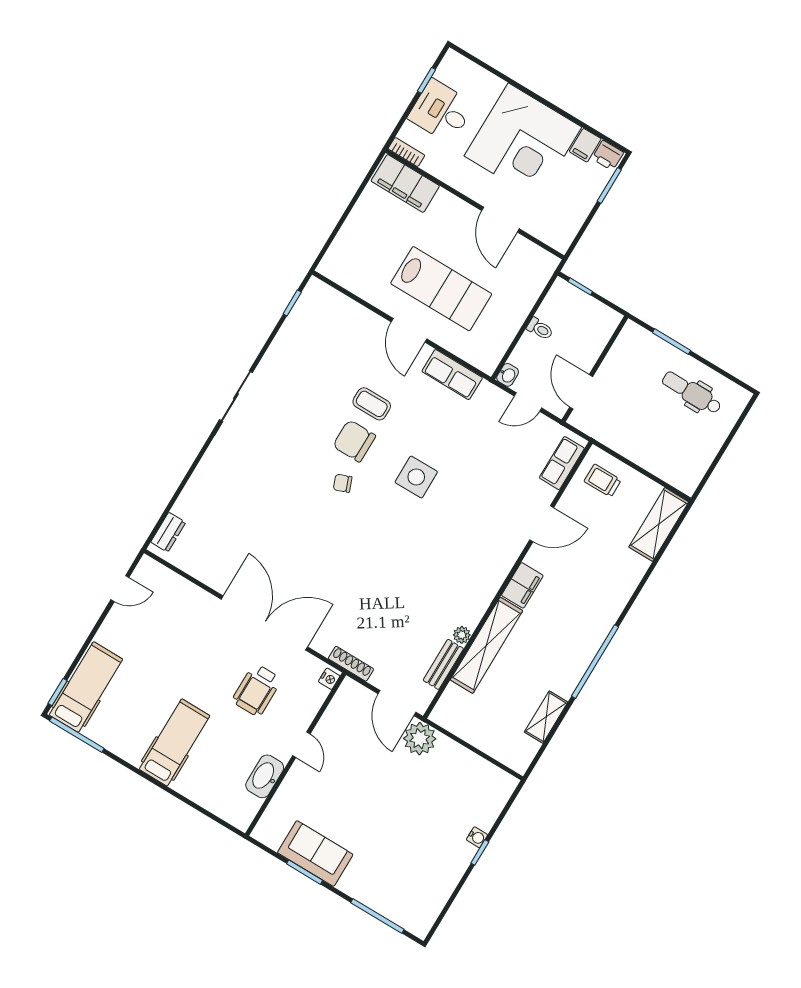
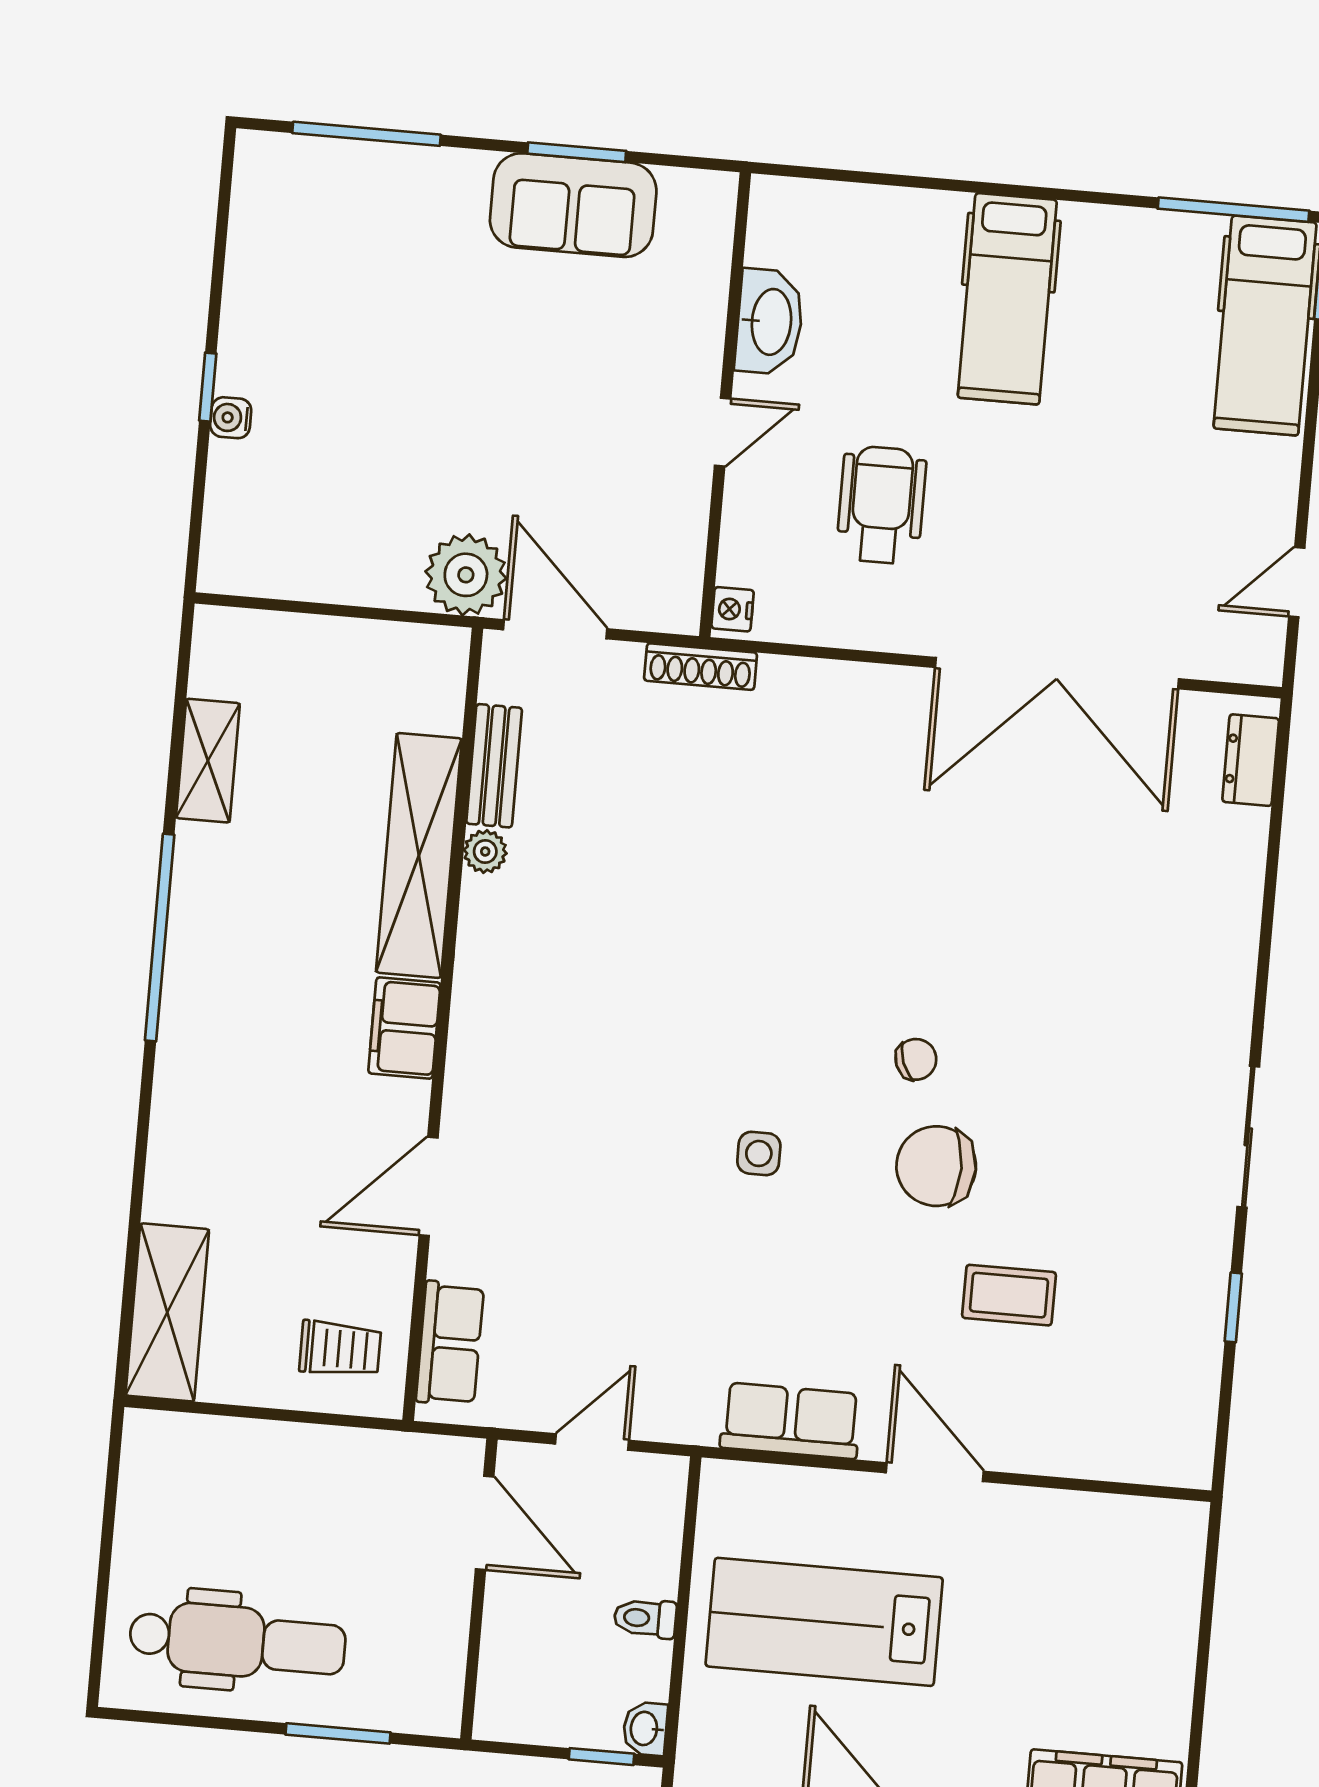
lab bench: (441, 289) -> (824, 1622), moved
window: (292, 303) -> (1233, 1307), moved
washbasin: (508, 375) -> (645, 1729), moved
dental chair: (692, 393) -> (237, 1642), width x1.36, depth x1.38
coffee table: (372, 404) -> (1009, 1295), moved
chair: (354, 441) -> (936, 1166), turned 180
side table: (416, 477) -> (759, 1153), width x0.54, depth x0.54
double door: (264, 623) -> (1057, 673), moved
door: (301, 745) -> (723, 432), swing flipped

